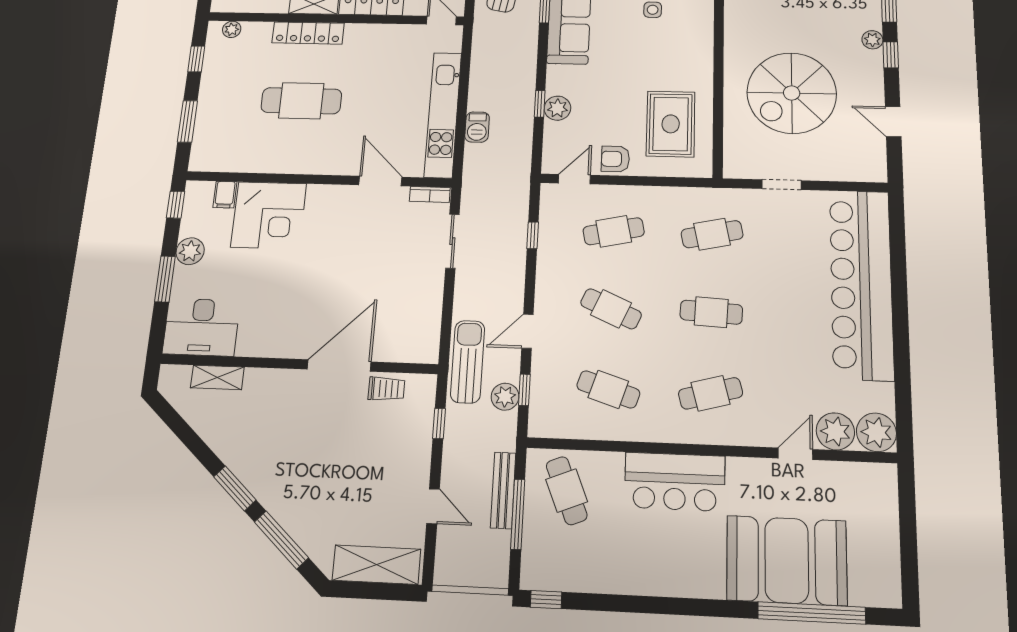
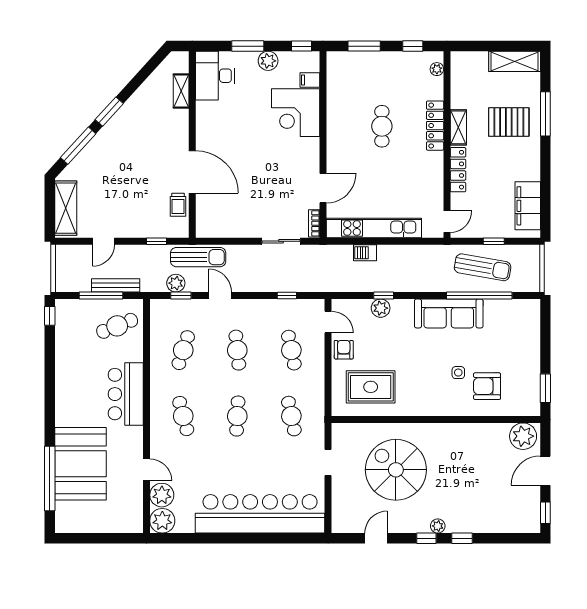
cafe table: (301, 101) -> (382, 126), width x0.73, depth x0.74
cafe table: (611, 309) -> (237, 350), turned -30

